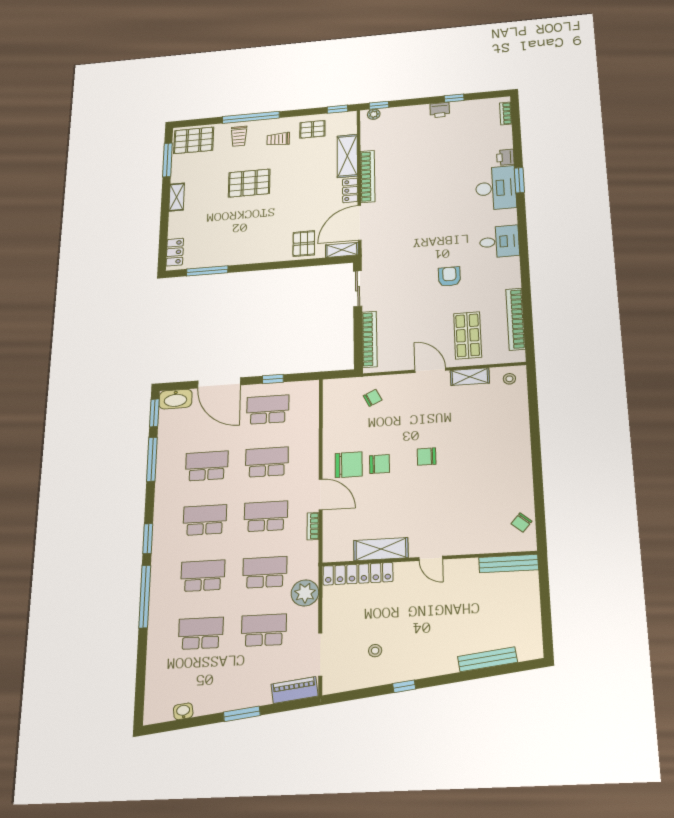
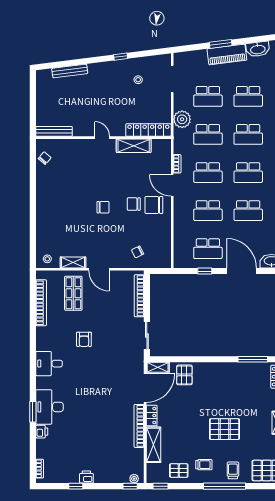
piano: (294, 690) -> (227, 54), moved, width x1.37, depth x1.33
washbasin: (183, 711) -> (258, 49), width x1.91, depth x1.45

